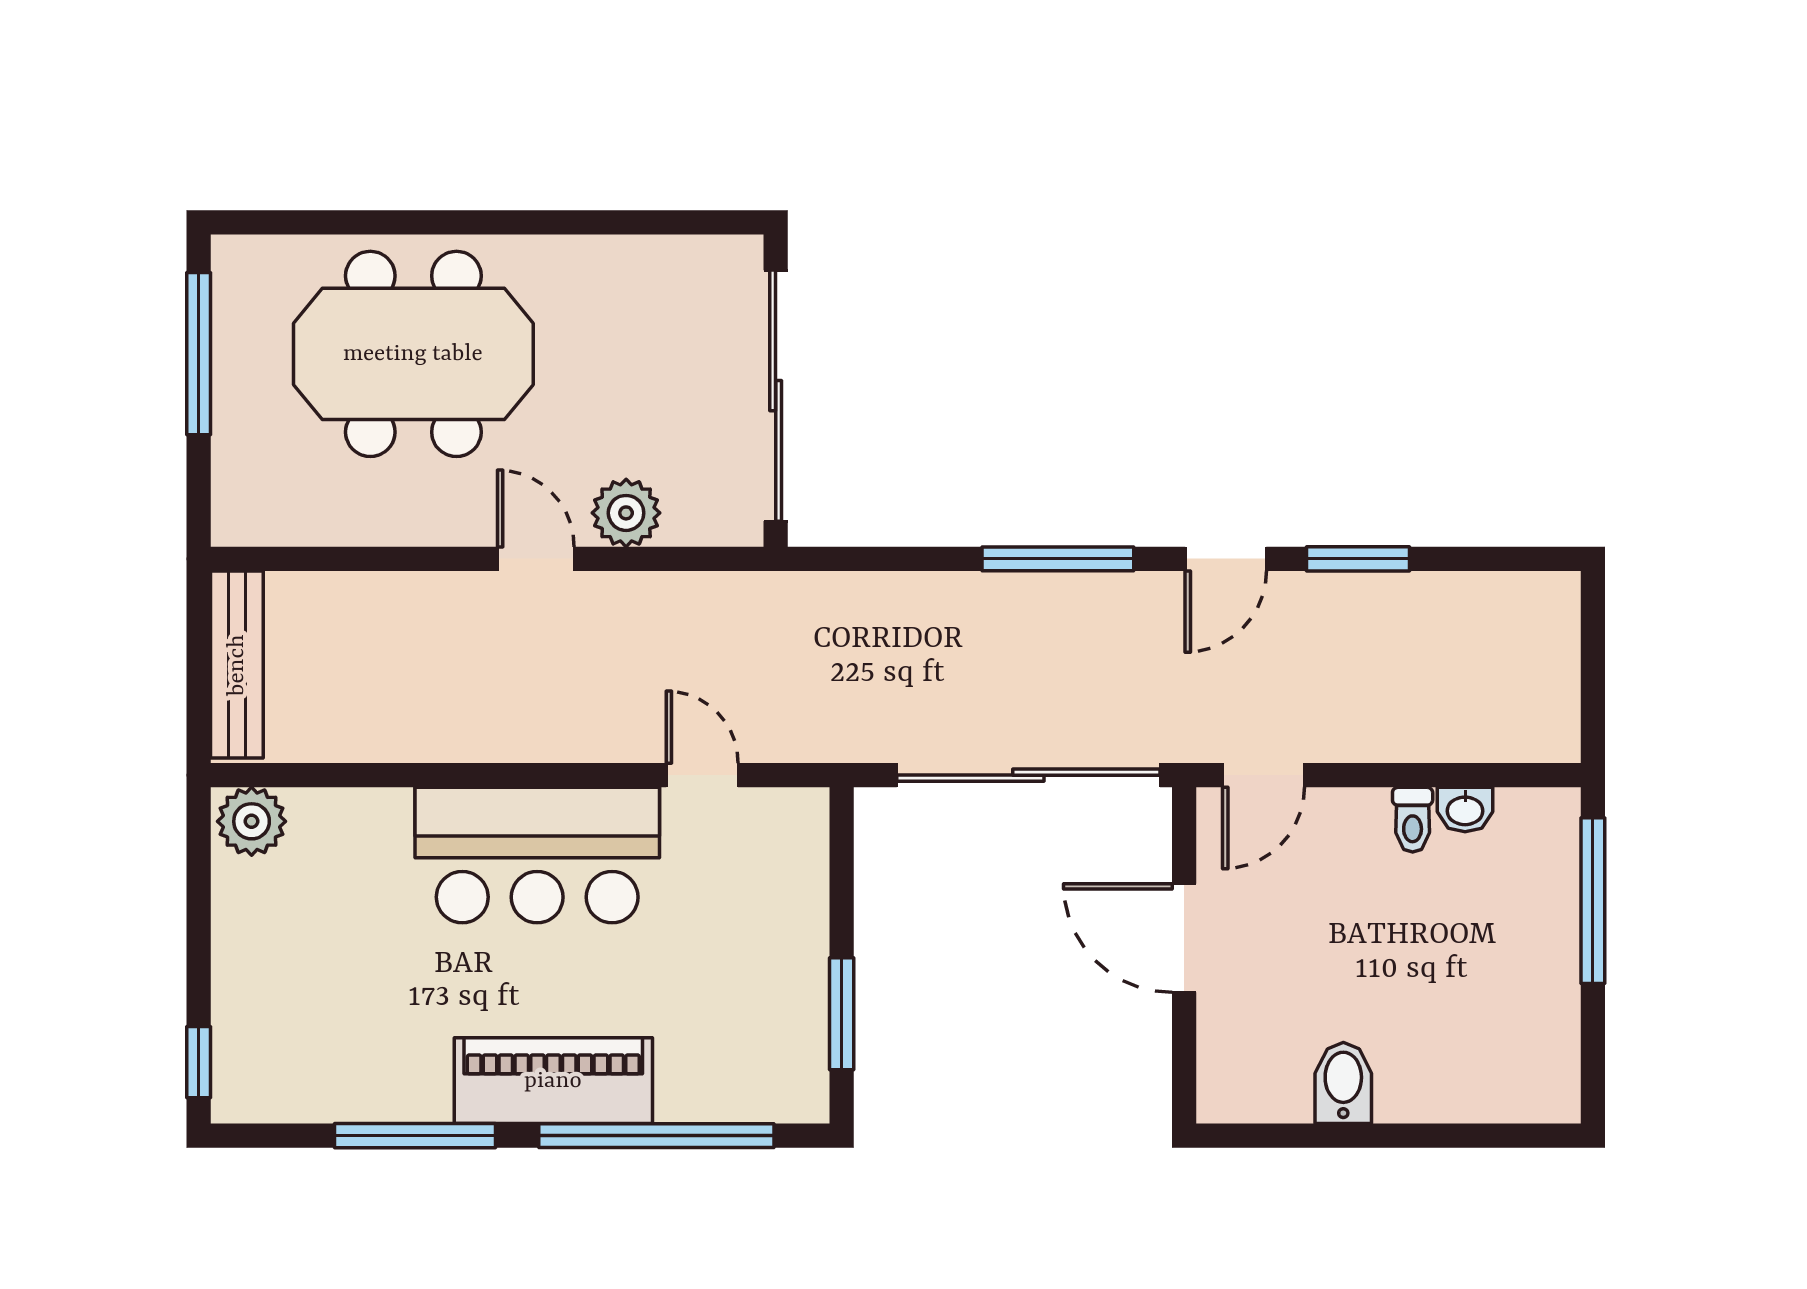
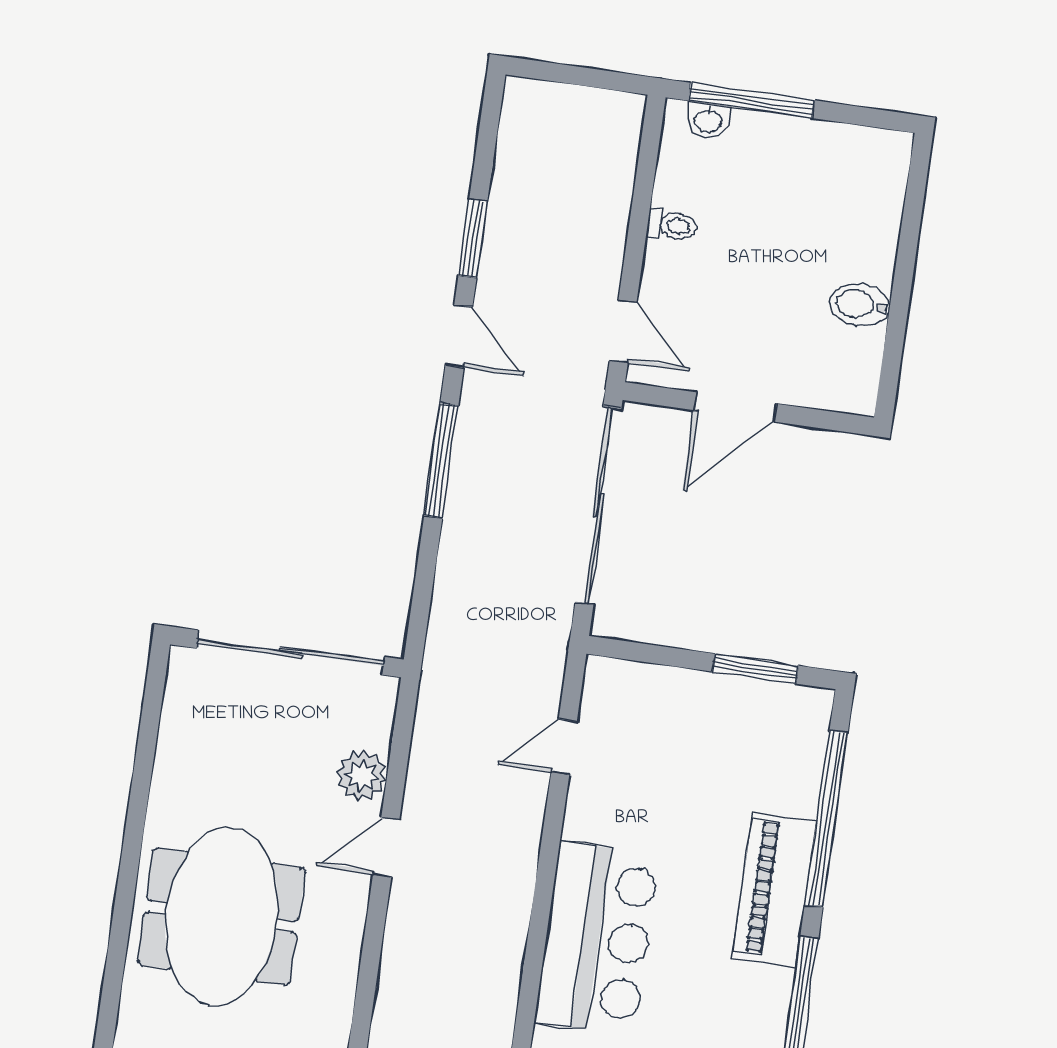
washbasin: (1465, 810) -> (708, 120), moved, turned 90
bar counter: (537, 855) -> (597, 939), moved

